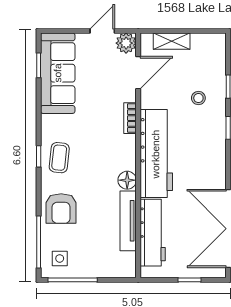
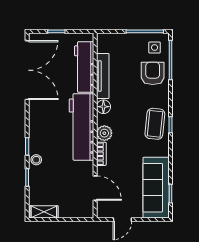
shelving: (172, 41) -> (44, 212), moved
plant: (126, 43) -> (104, 133), moved
door: (138, 73) -> (95, 188), swing flipped
stool: (198, 98) -> (36, 160), moved
coffee table: (59, 158) -> (155, 124), width x1.36, depth x1.30
armchair: (61, 209) -> (153, 73), moved

